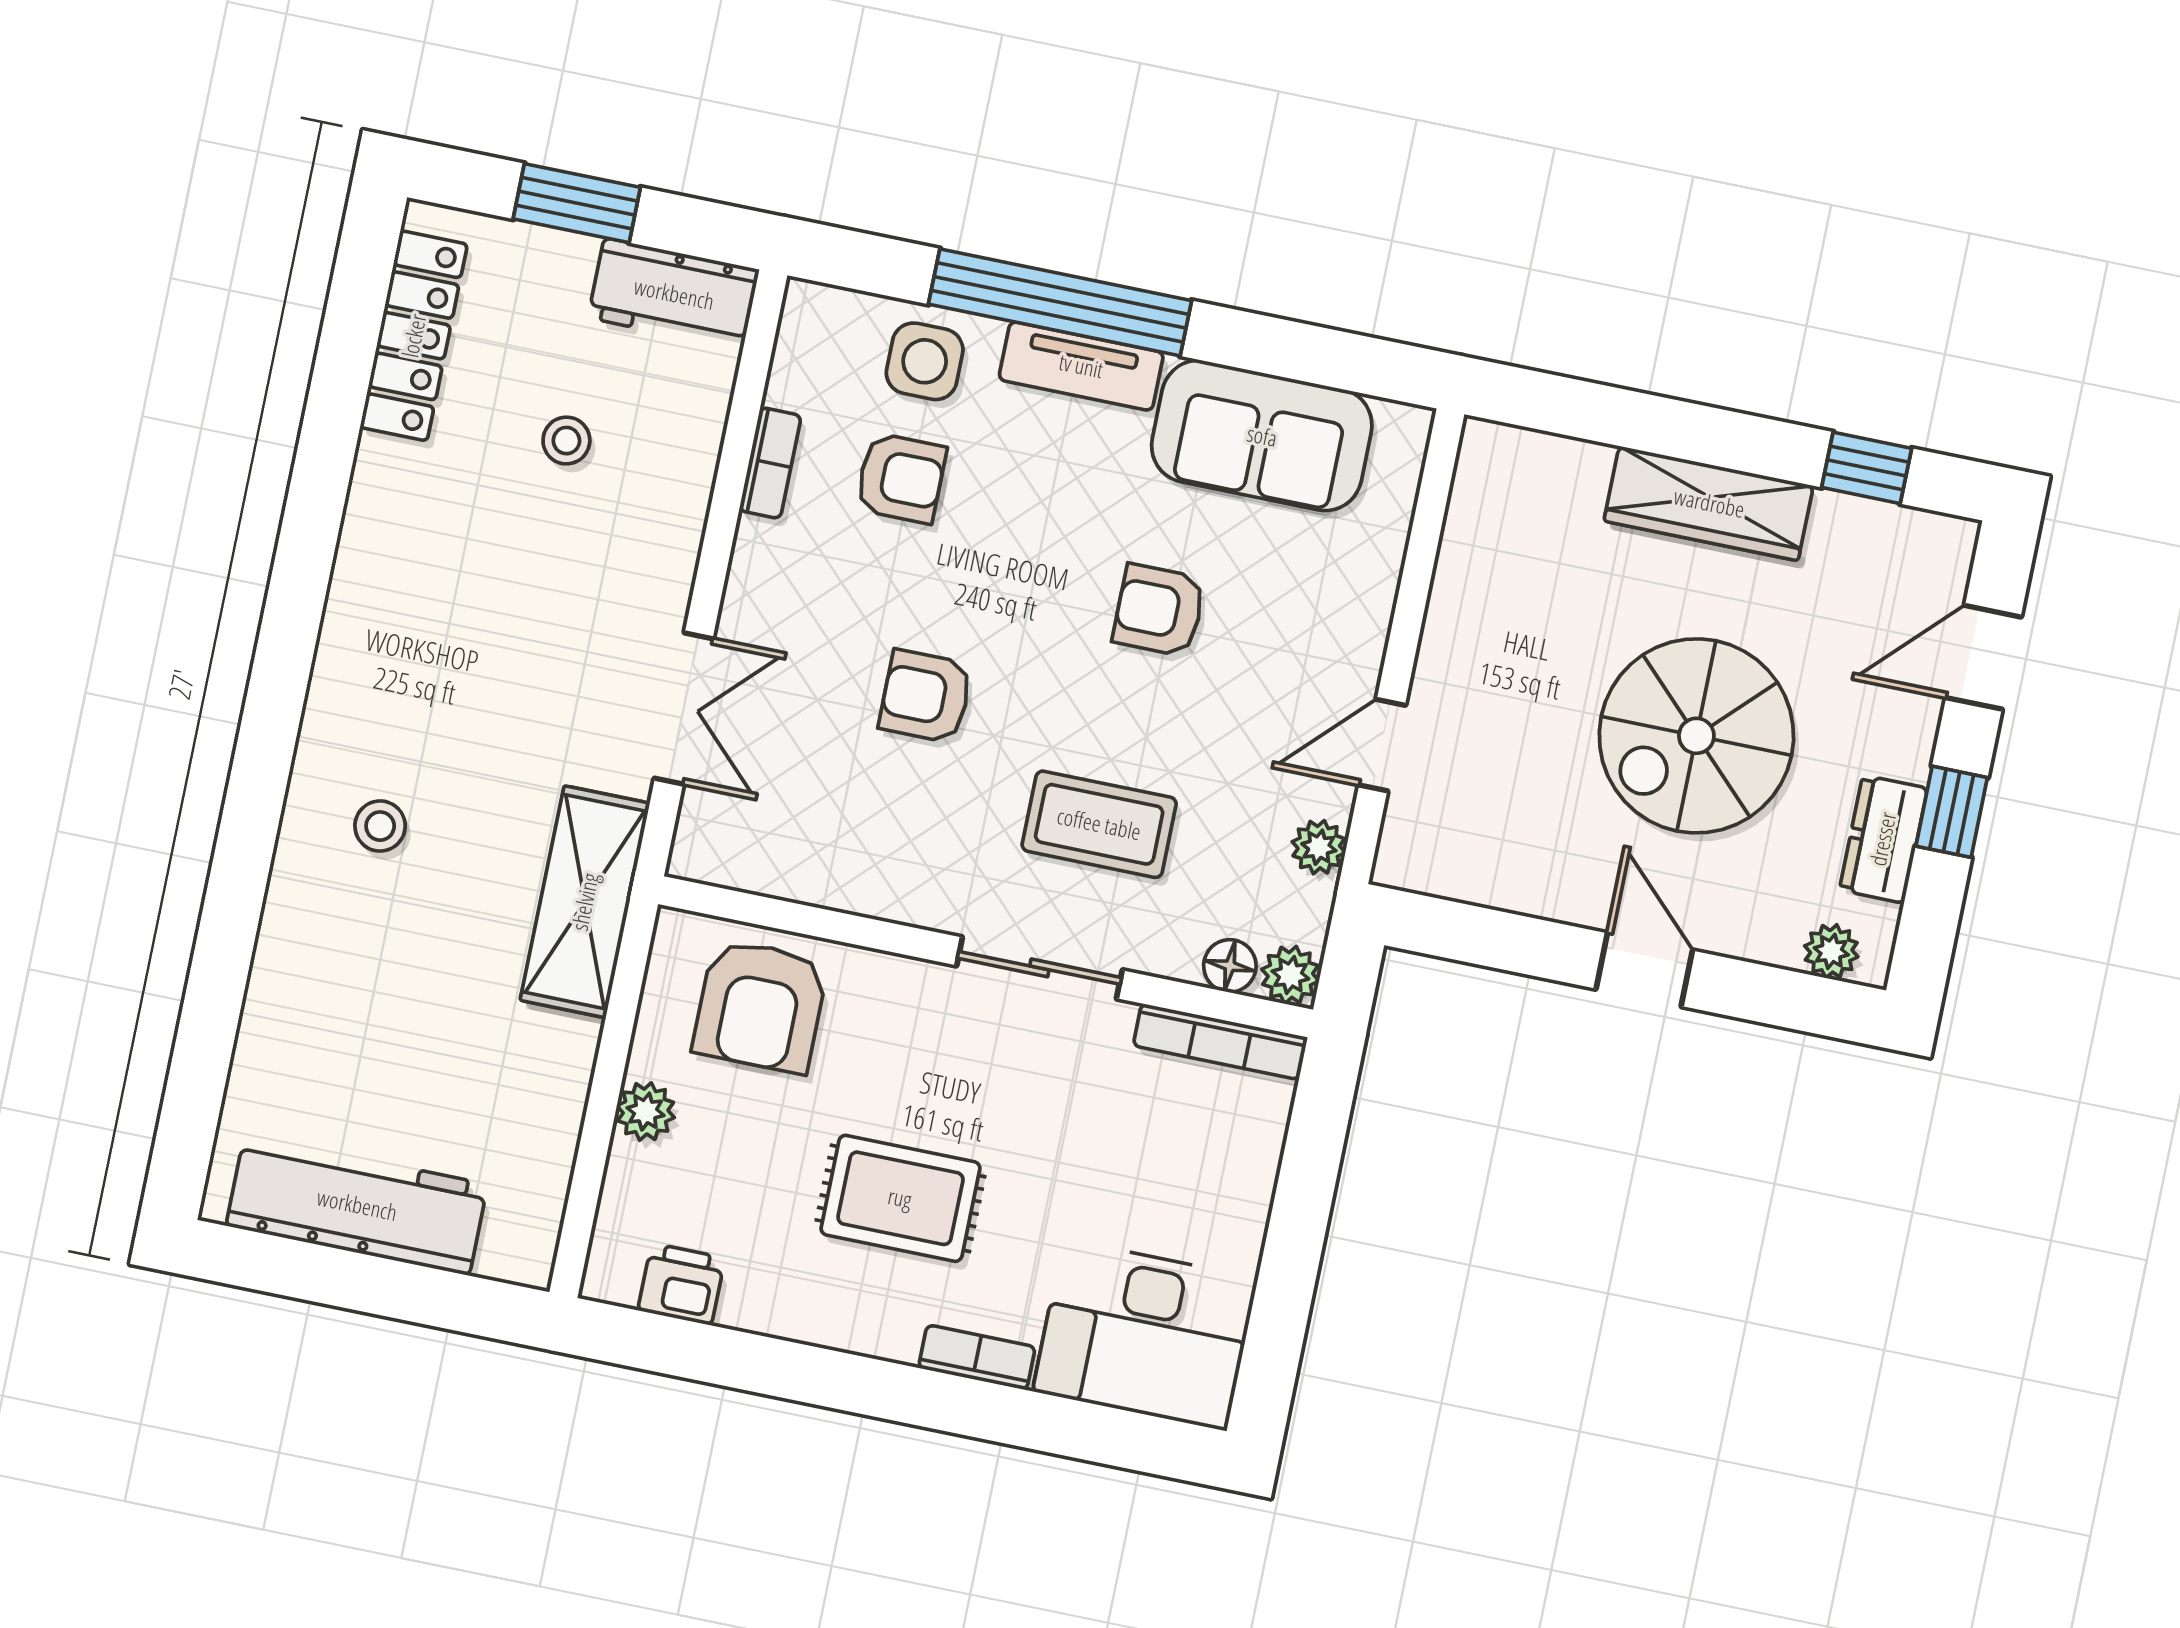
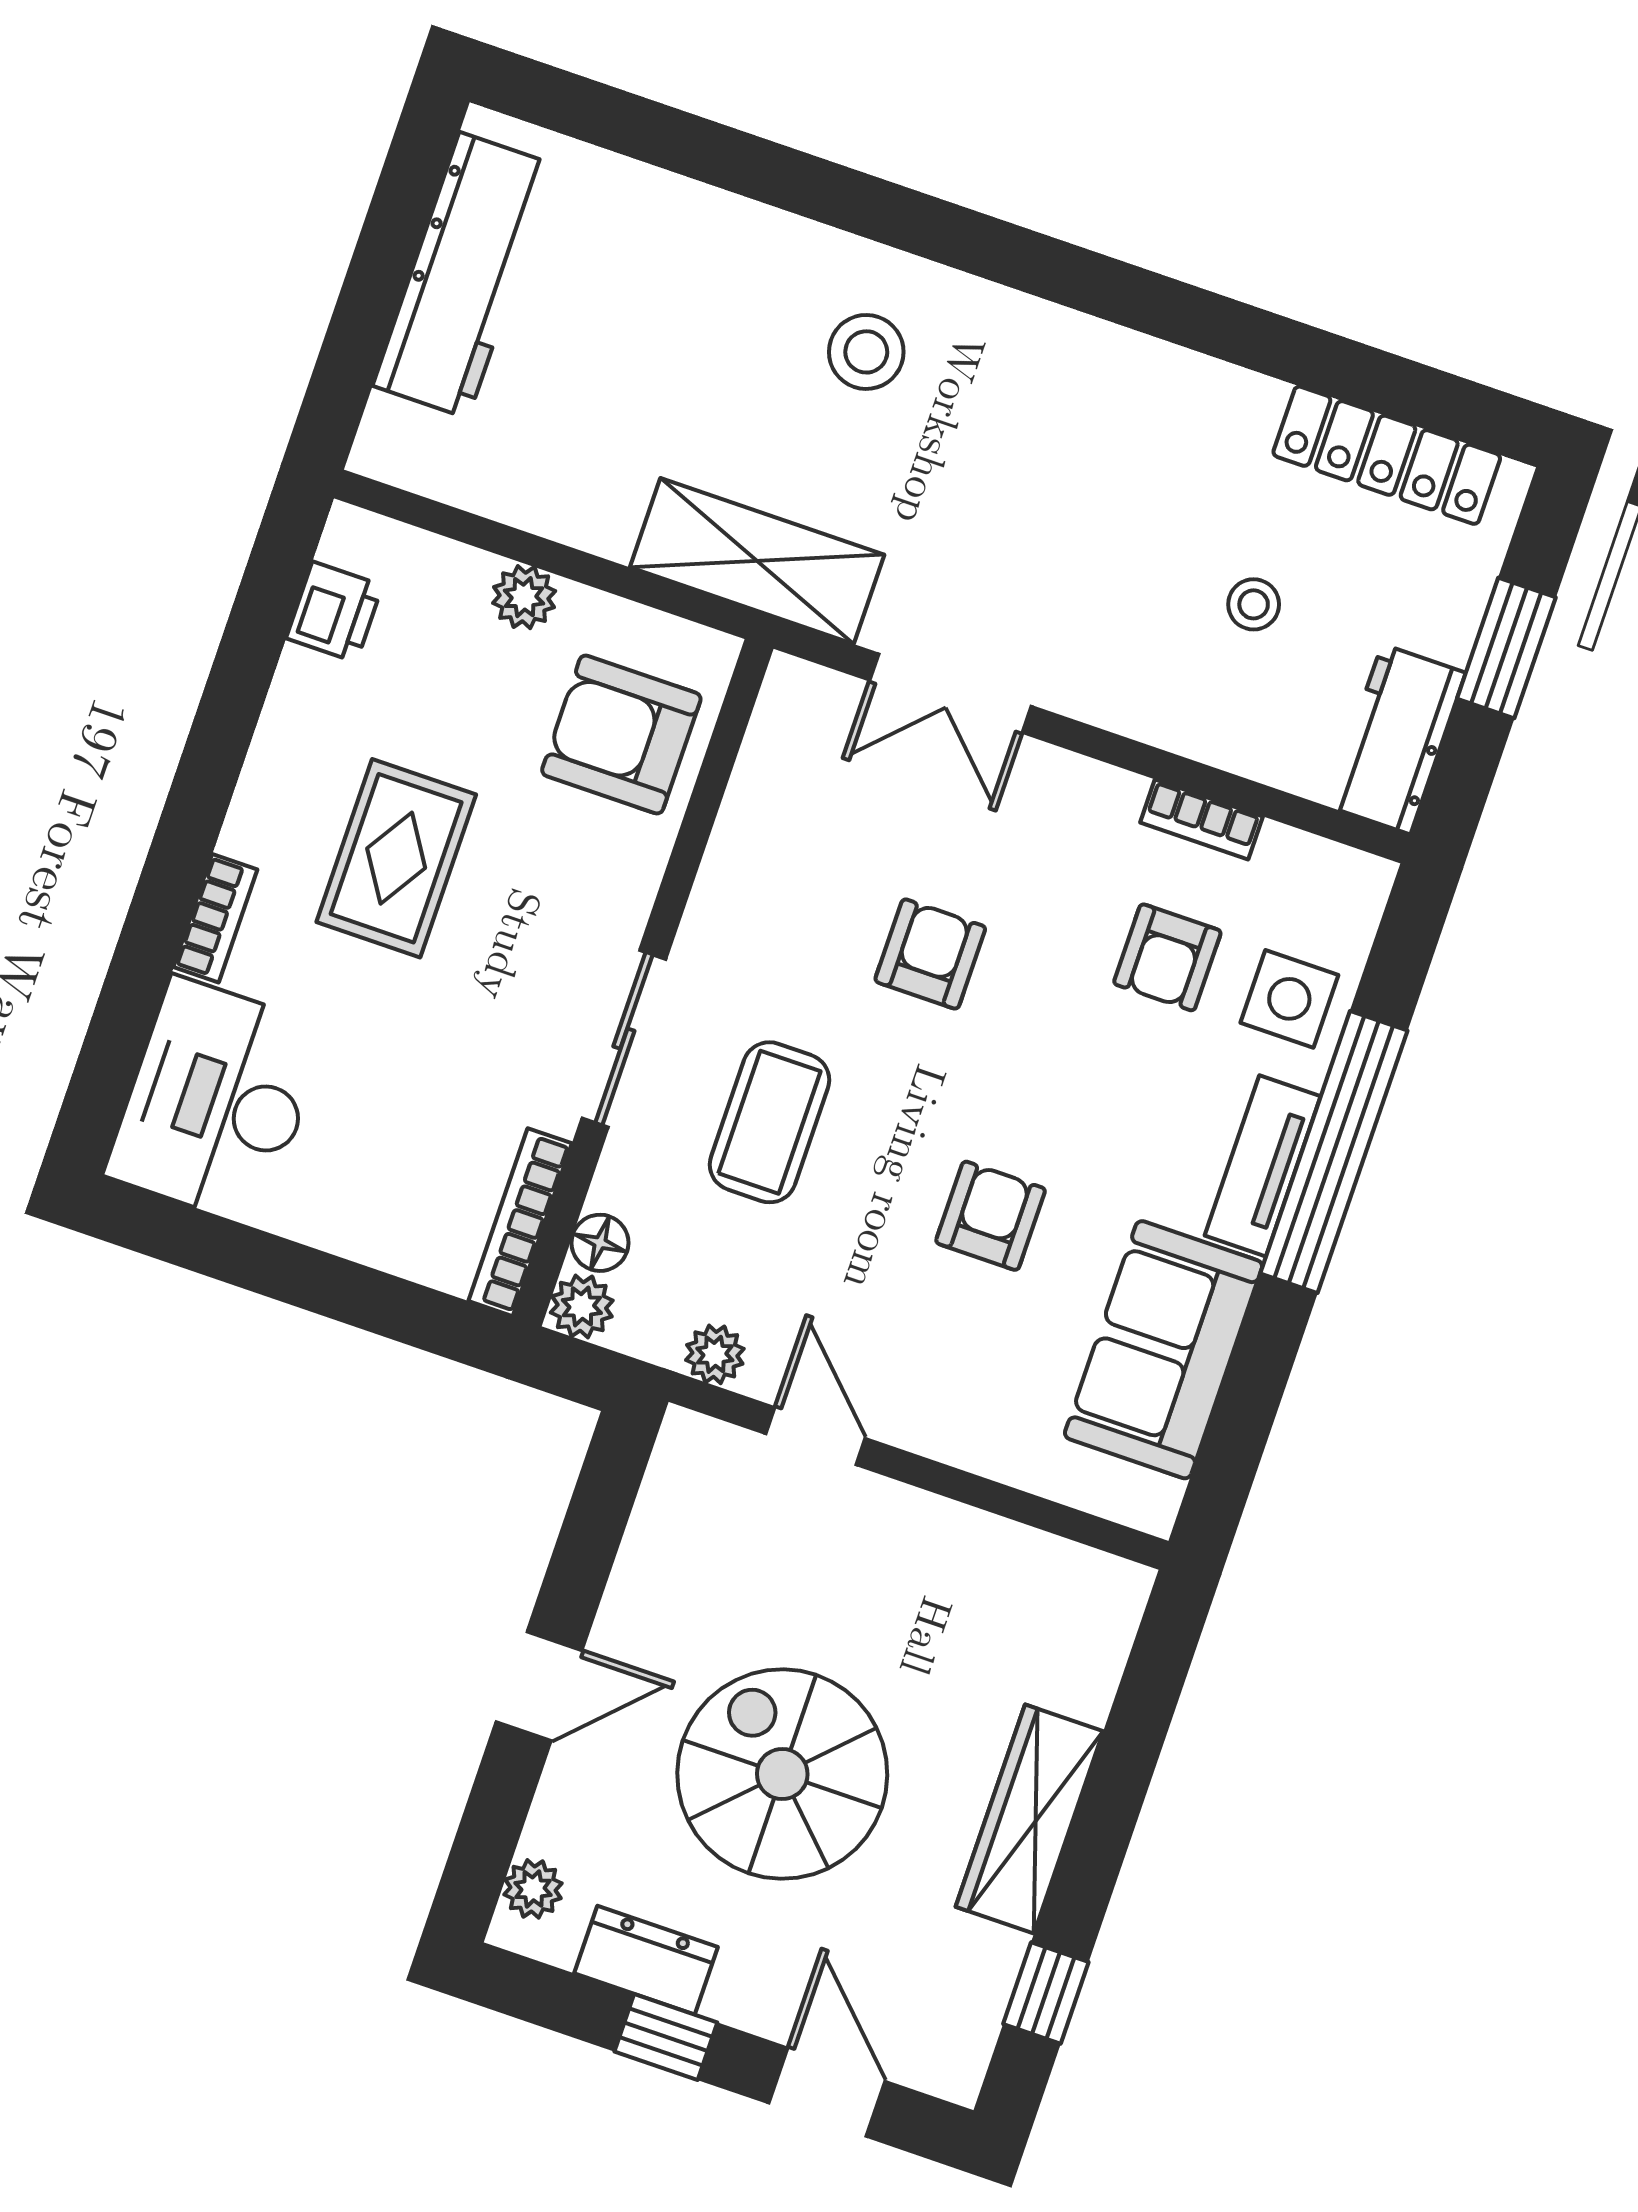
stool: (380, 826) -> (866, 352), width x1.37, depth x1.37

